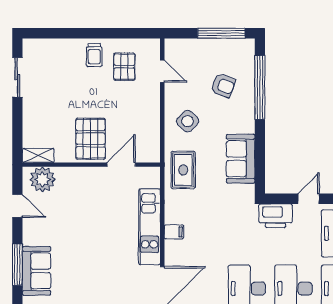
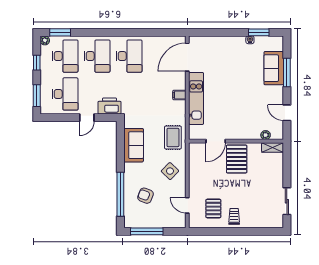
plant: (42, 179) -> (266, 135), width x0.53, depth x0.53

